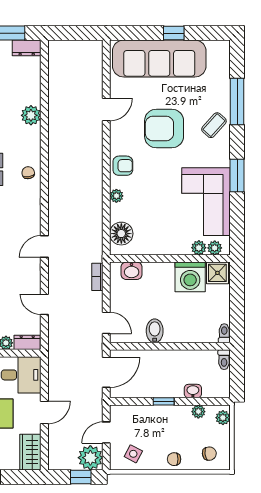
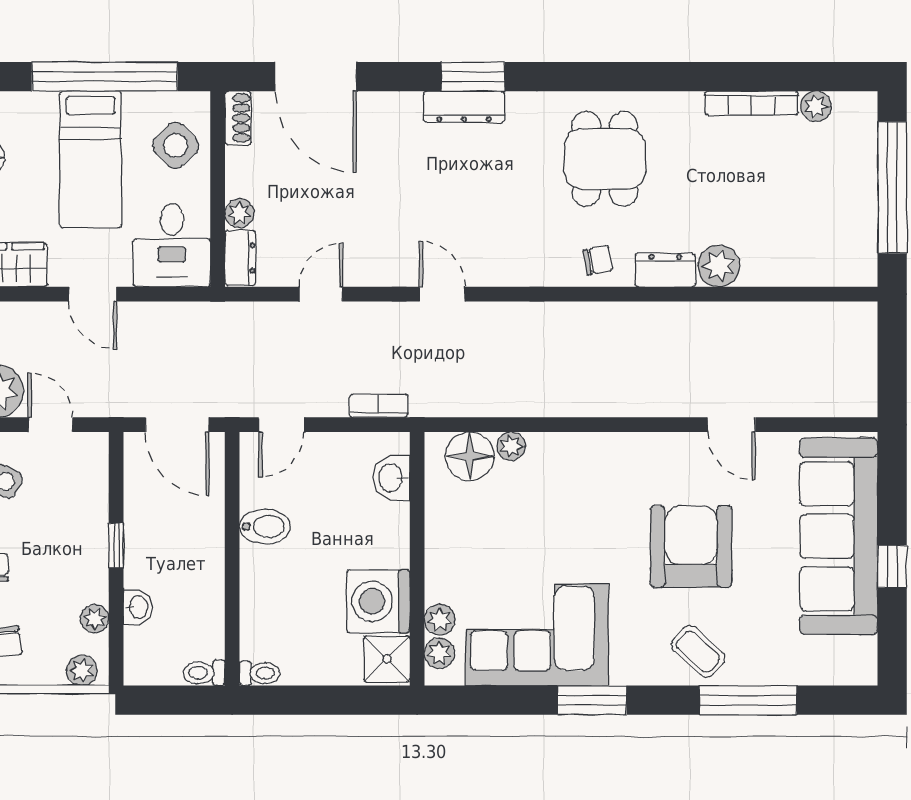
dresser: (27, 48) -> (665, 270), moved, turned 90
armchair: (123, 166) -> (613, 459), removed
plant: (116, 196) -> (511, 446), moved

